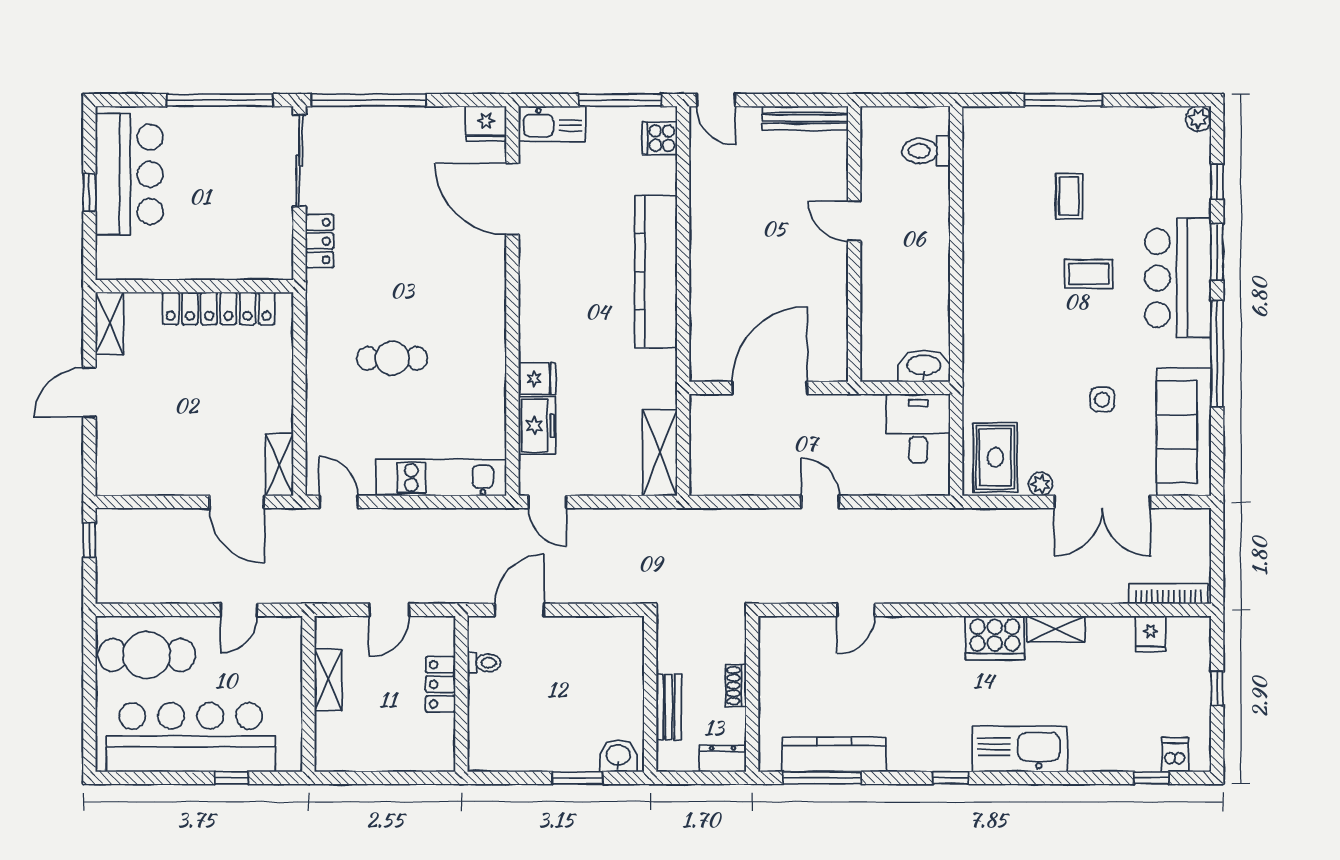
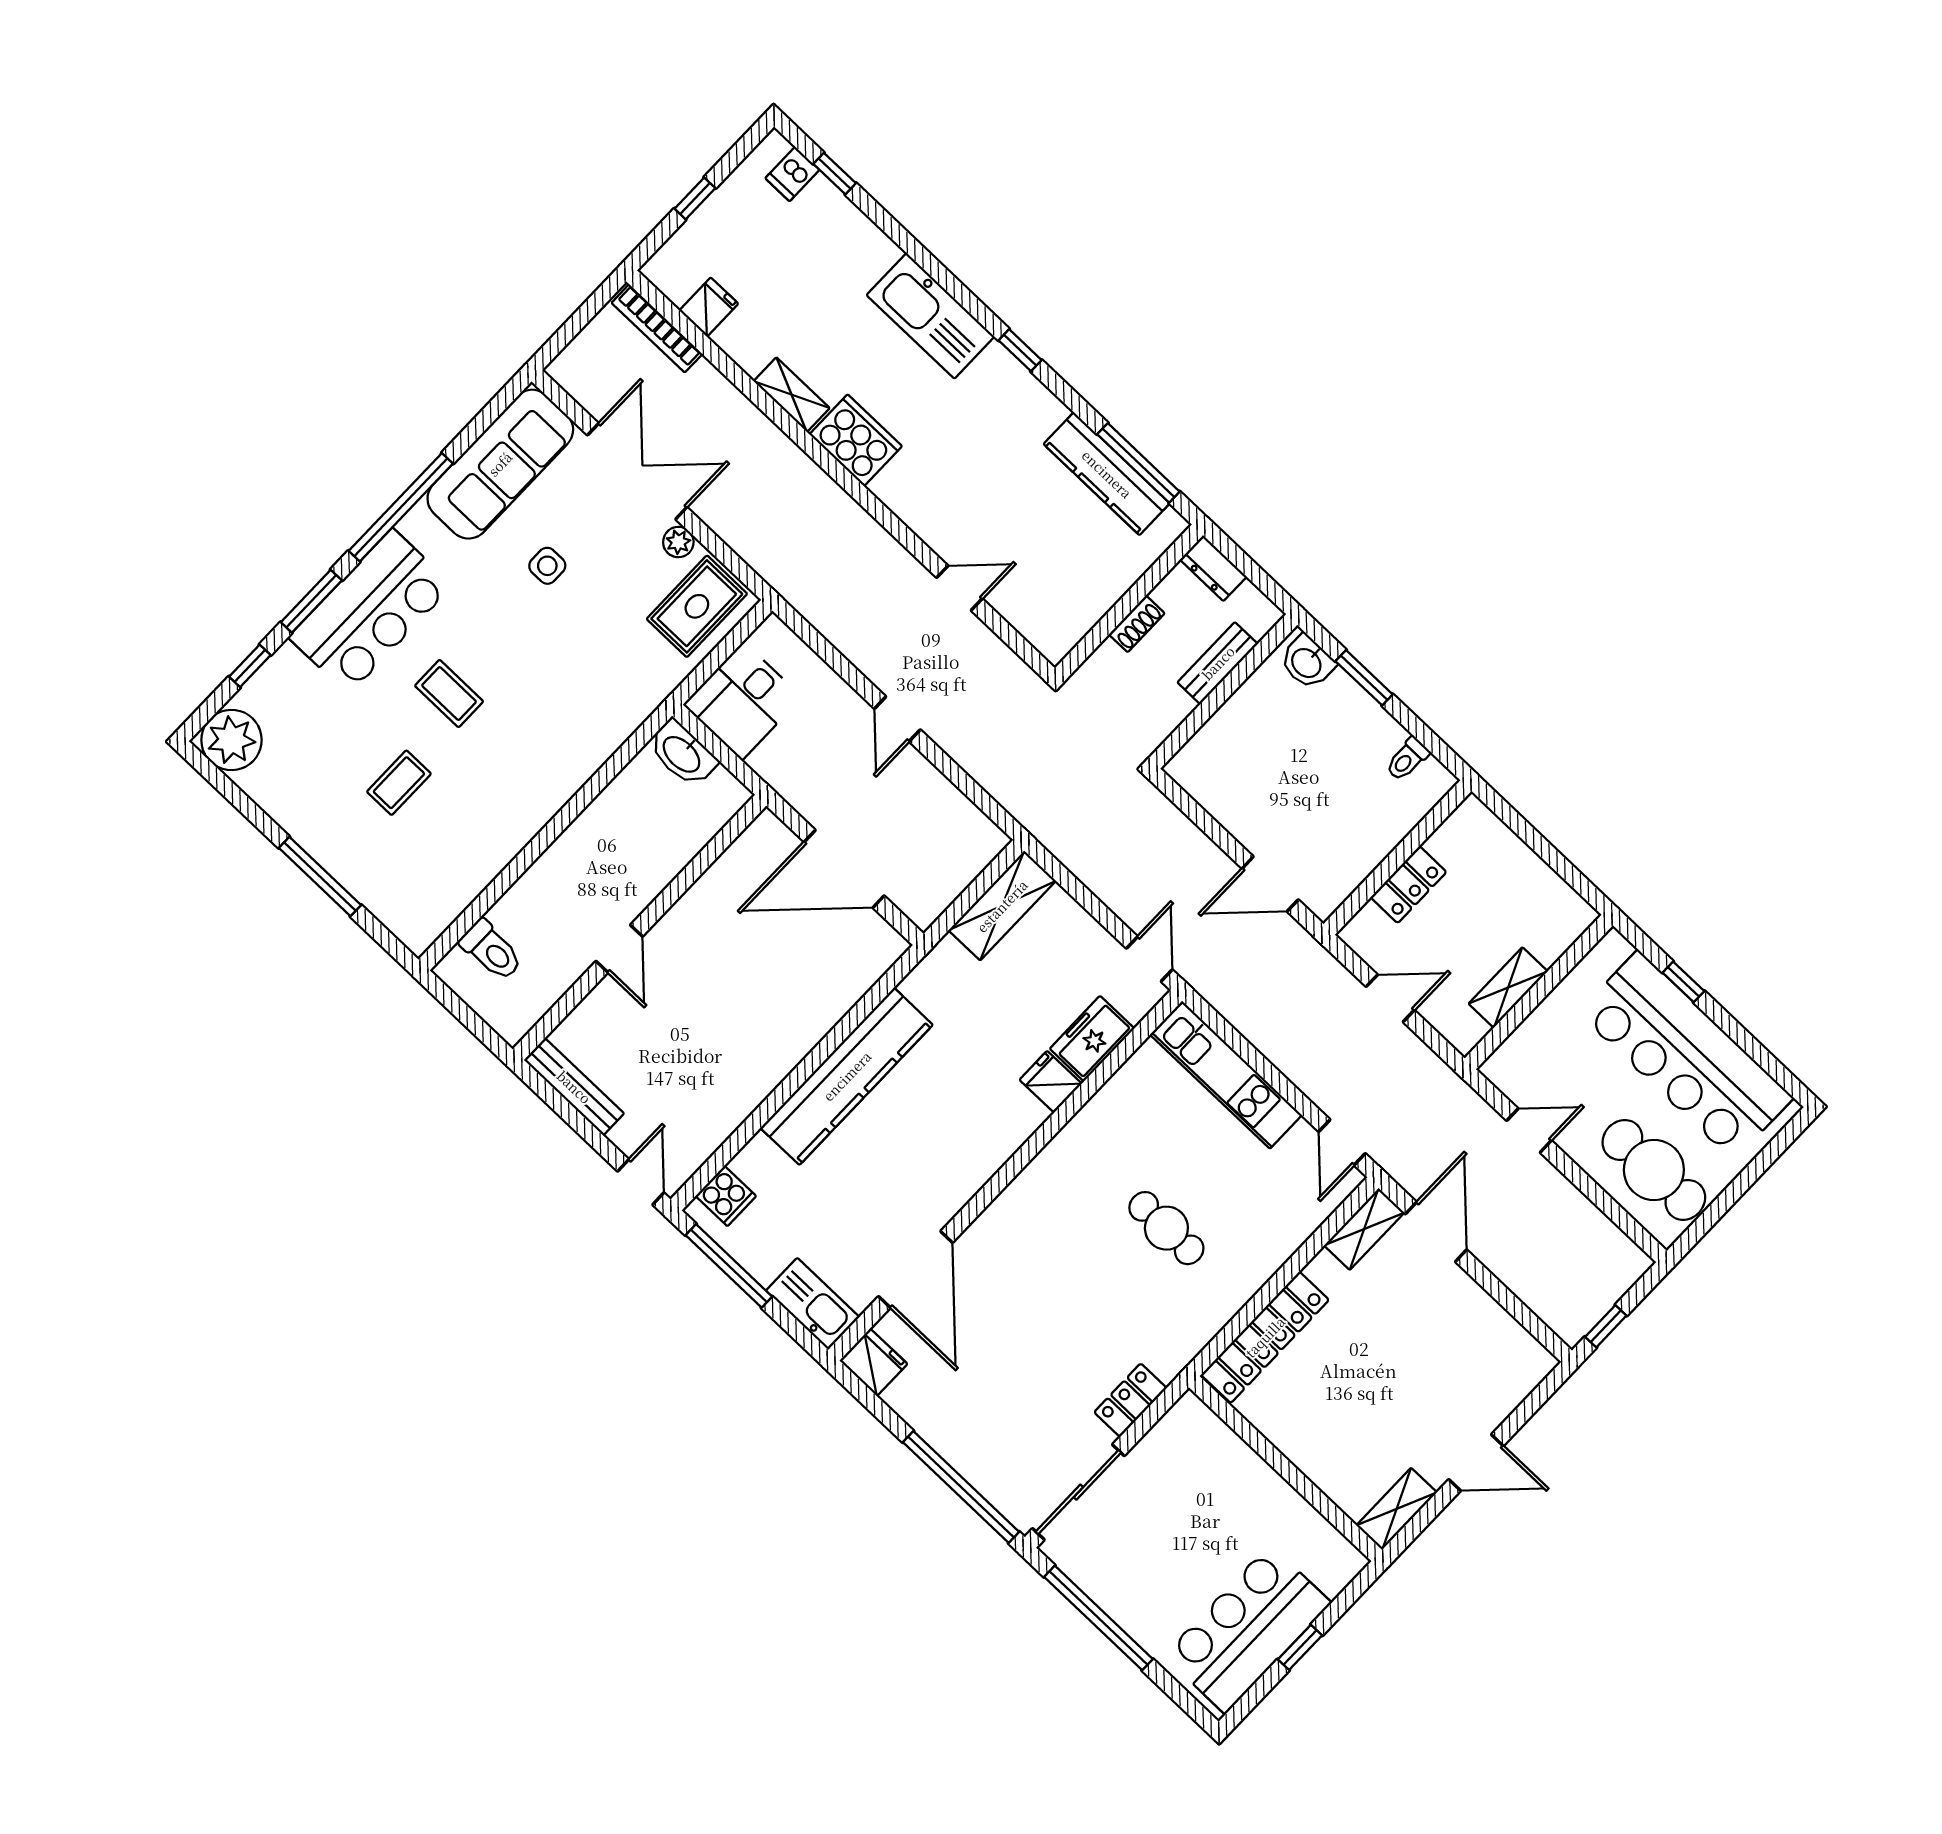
plant: (1198, 119) -> (231, 740), width x1.88, depth x1.88
locker: (219, 308) -> (1265, 1337), moved, turned 90
toilet: (484, 663) -> (1407, 759), moved, turned -90

